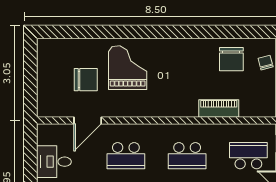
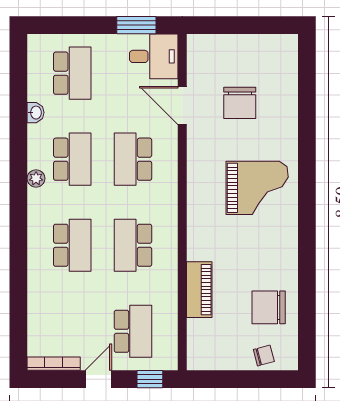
grand piano: (128, 68) -> (257, 188), moved
window: (30, 153) -> (136, 25), added
desk: (54, 162) -> (154, 56), moved, turned 90

